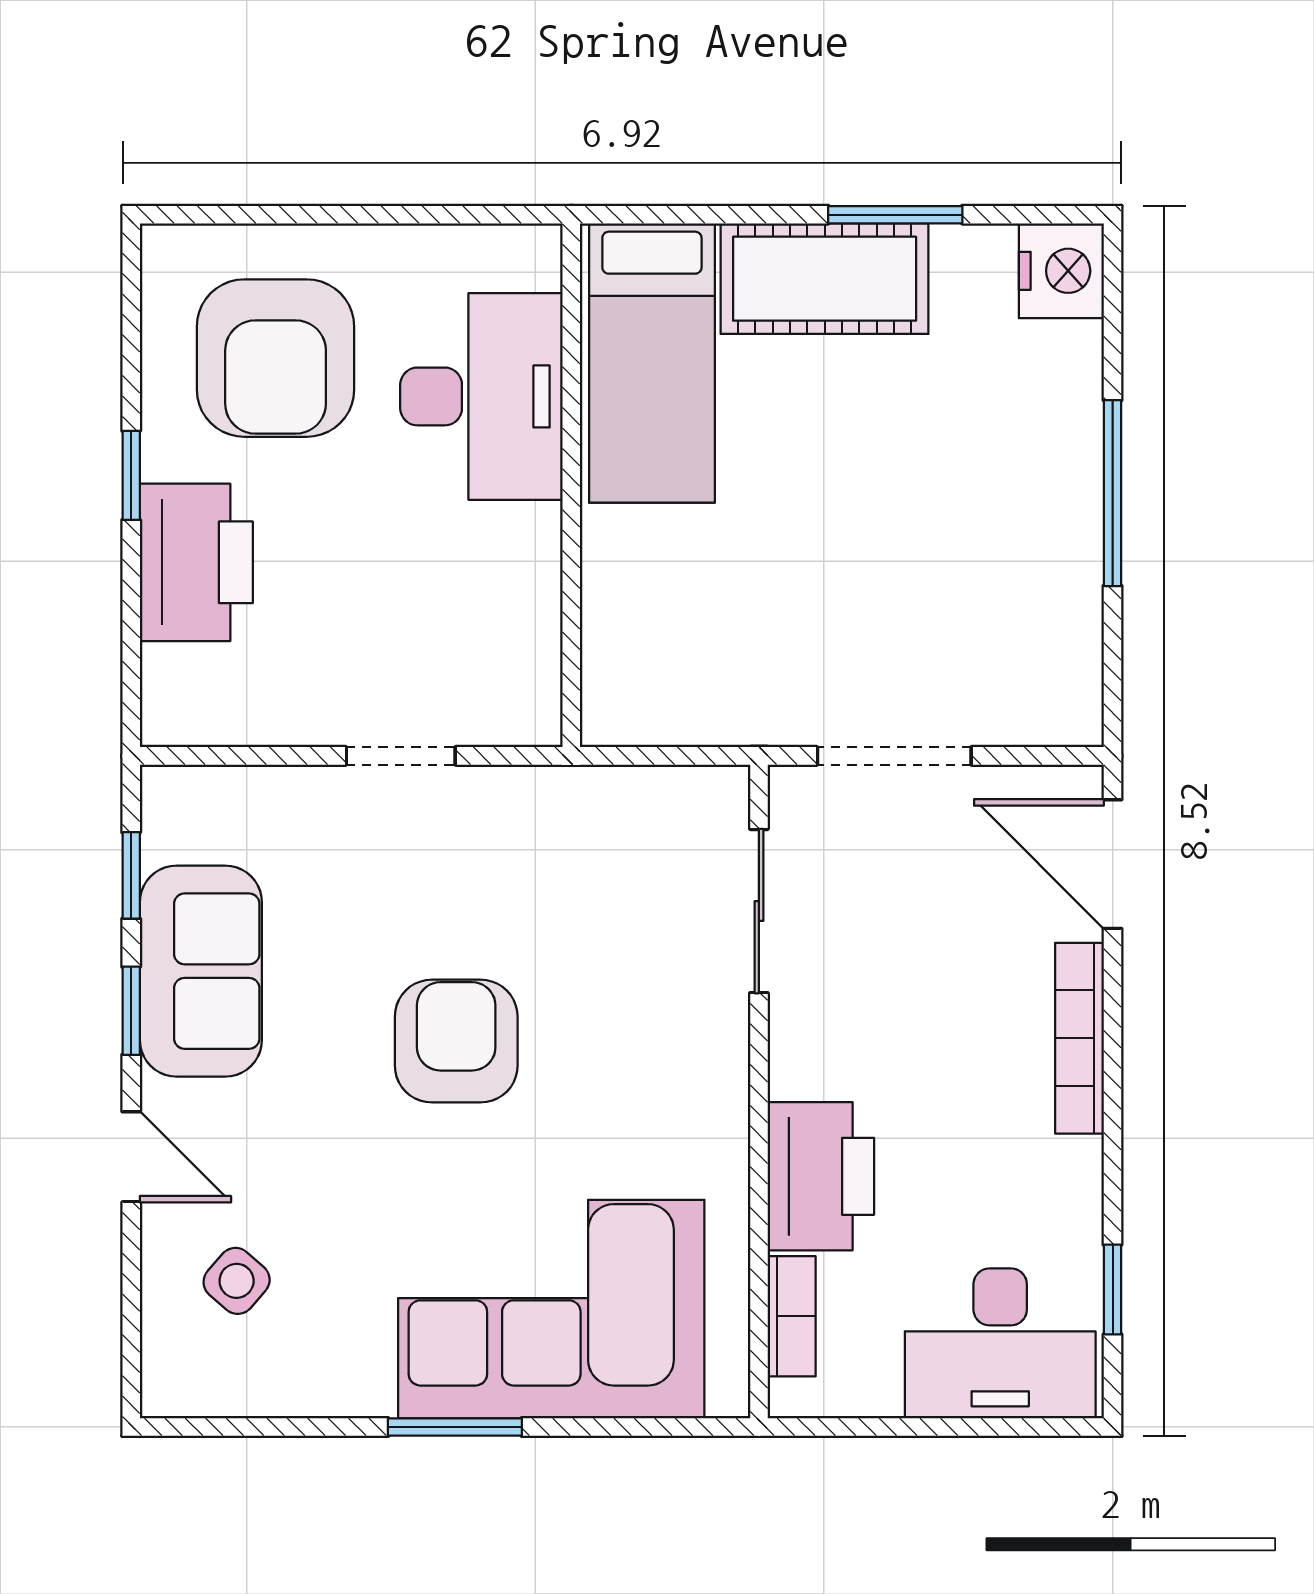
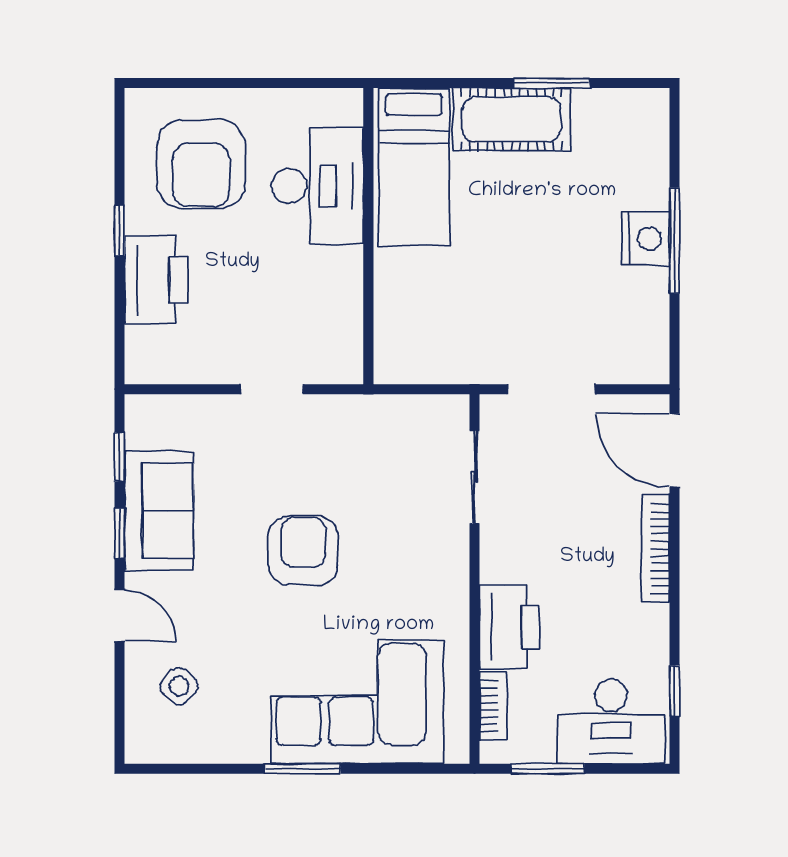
nightstand: (1061, 271) -> (645, 239), moved
window: (888, 1427) -> (548, 769), added

